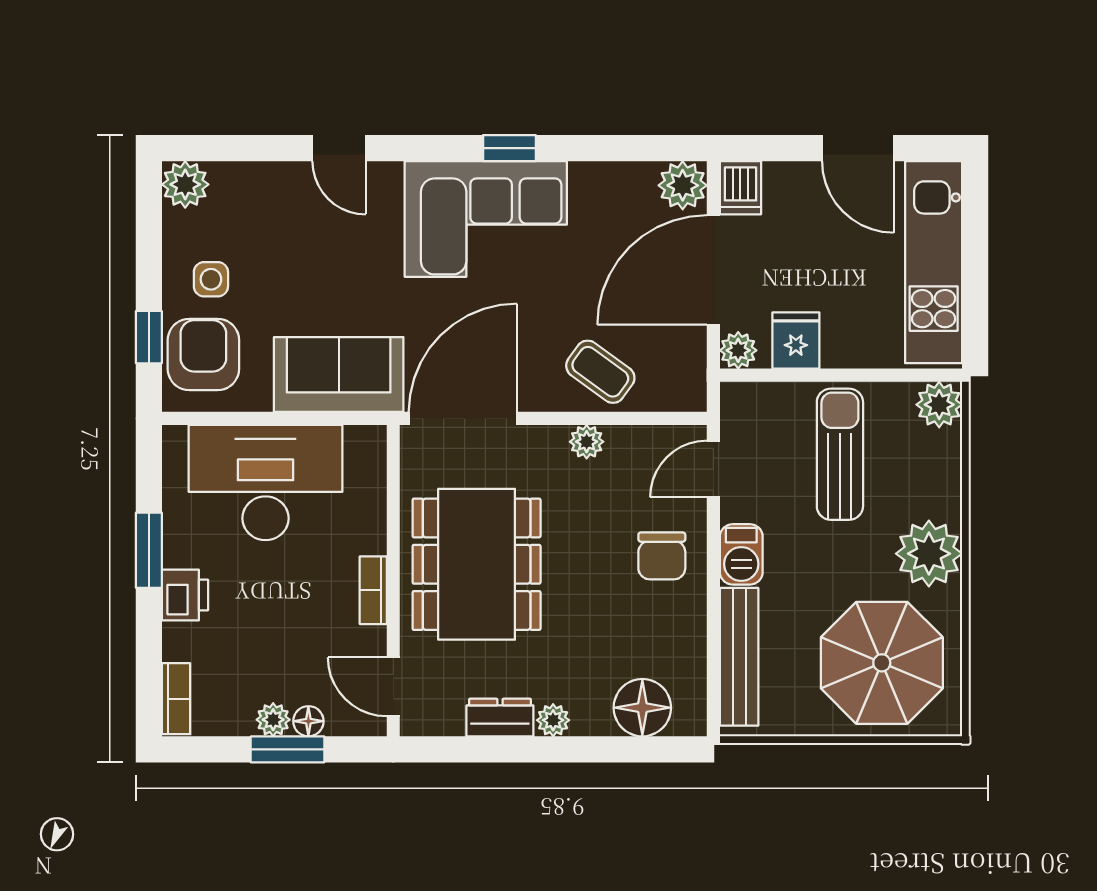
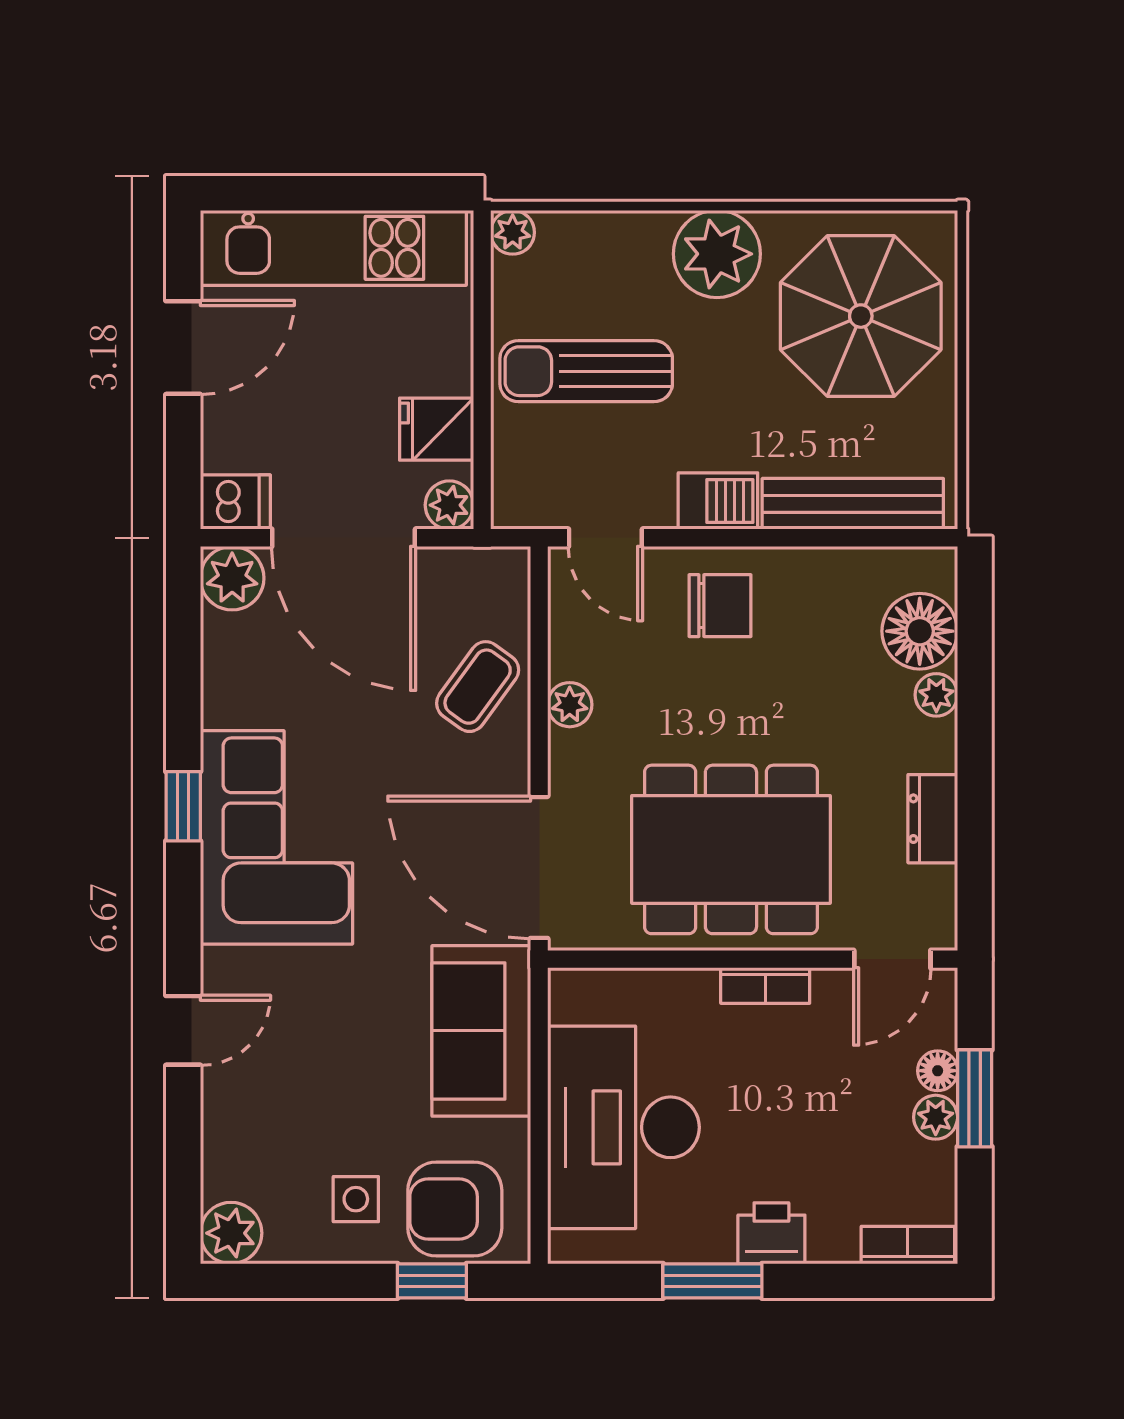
plant: (939, 405) -> (513, 232), width x0.73, depth x0.73
plant: (553, 720) -> (936, 695), moved

